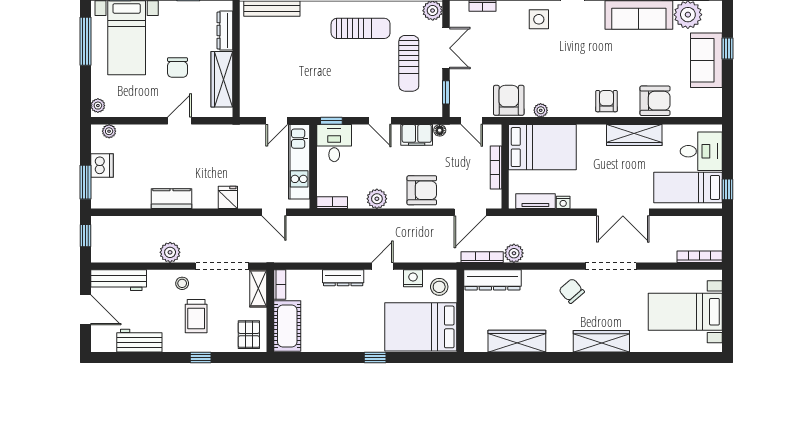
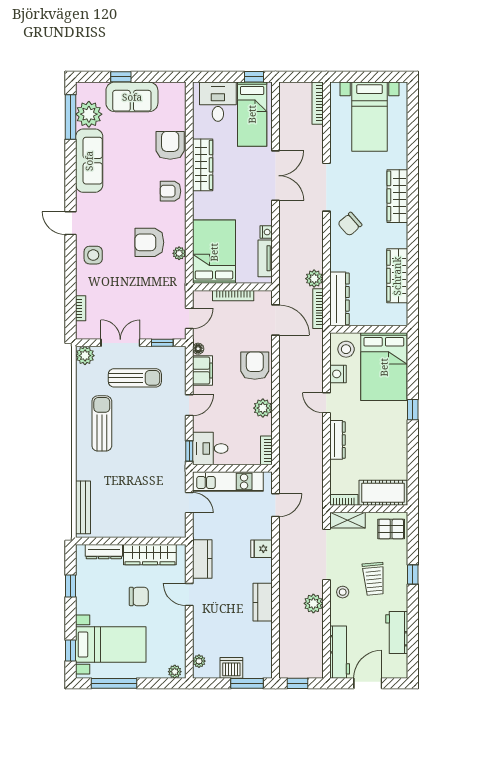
armchair: (509, 100) -> (149, 242), moved
kitchen counter: (217, 135) -> (202, 559), added
trolley: (196, 316) -> (374, 579), turned 85

